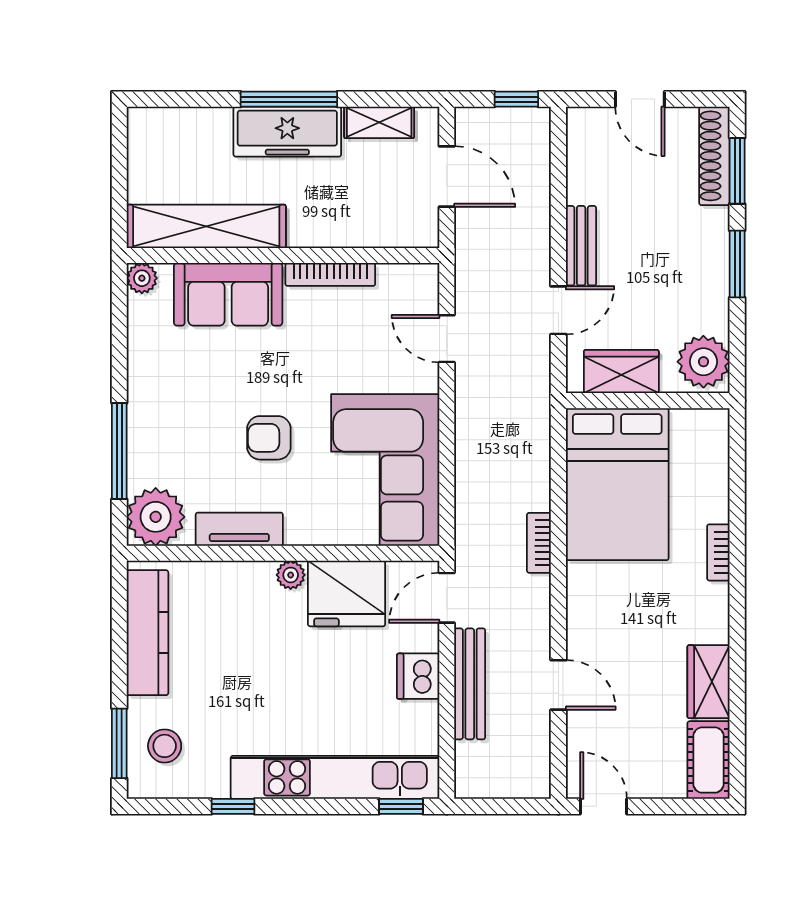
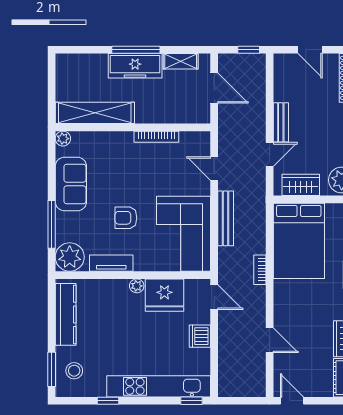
sofa: (228, 294) -> (71, 184), moved, turned -90
door: (447, 598) -> (214, 297), swing flipped
bench: (470, 684) -> (226, 218), moved

